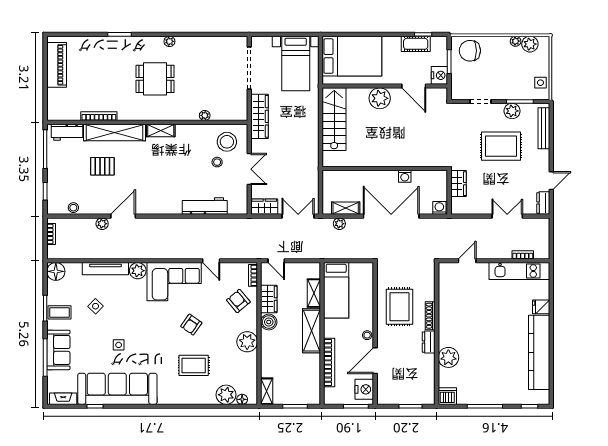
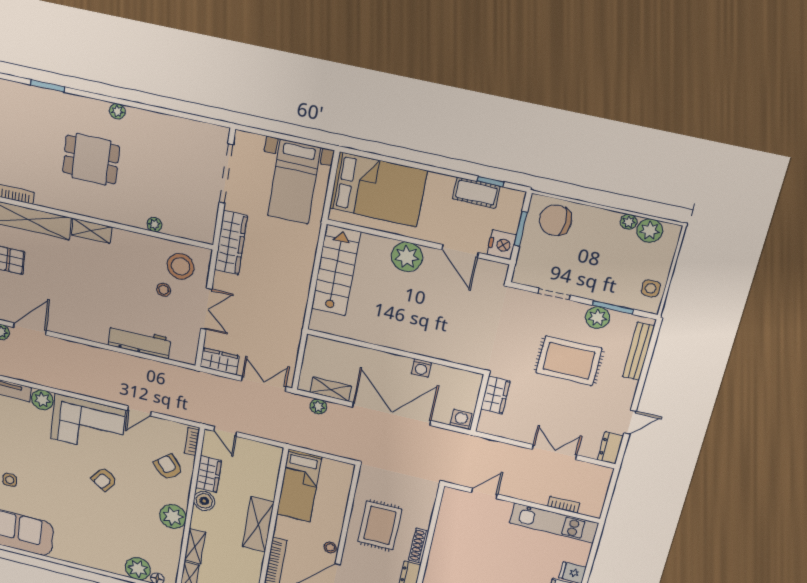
door: (211, 261) -> (139, 411), hinge flipped
shelving: (314, 293) -> (195, 546), moved
rug: (194, 365) -> (101, 526), removed

